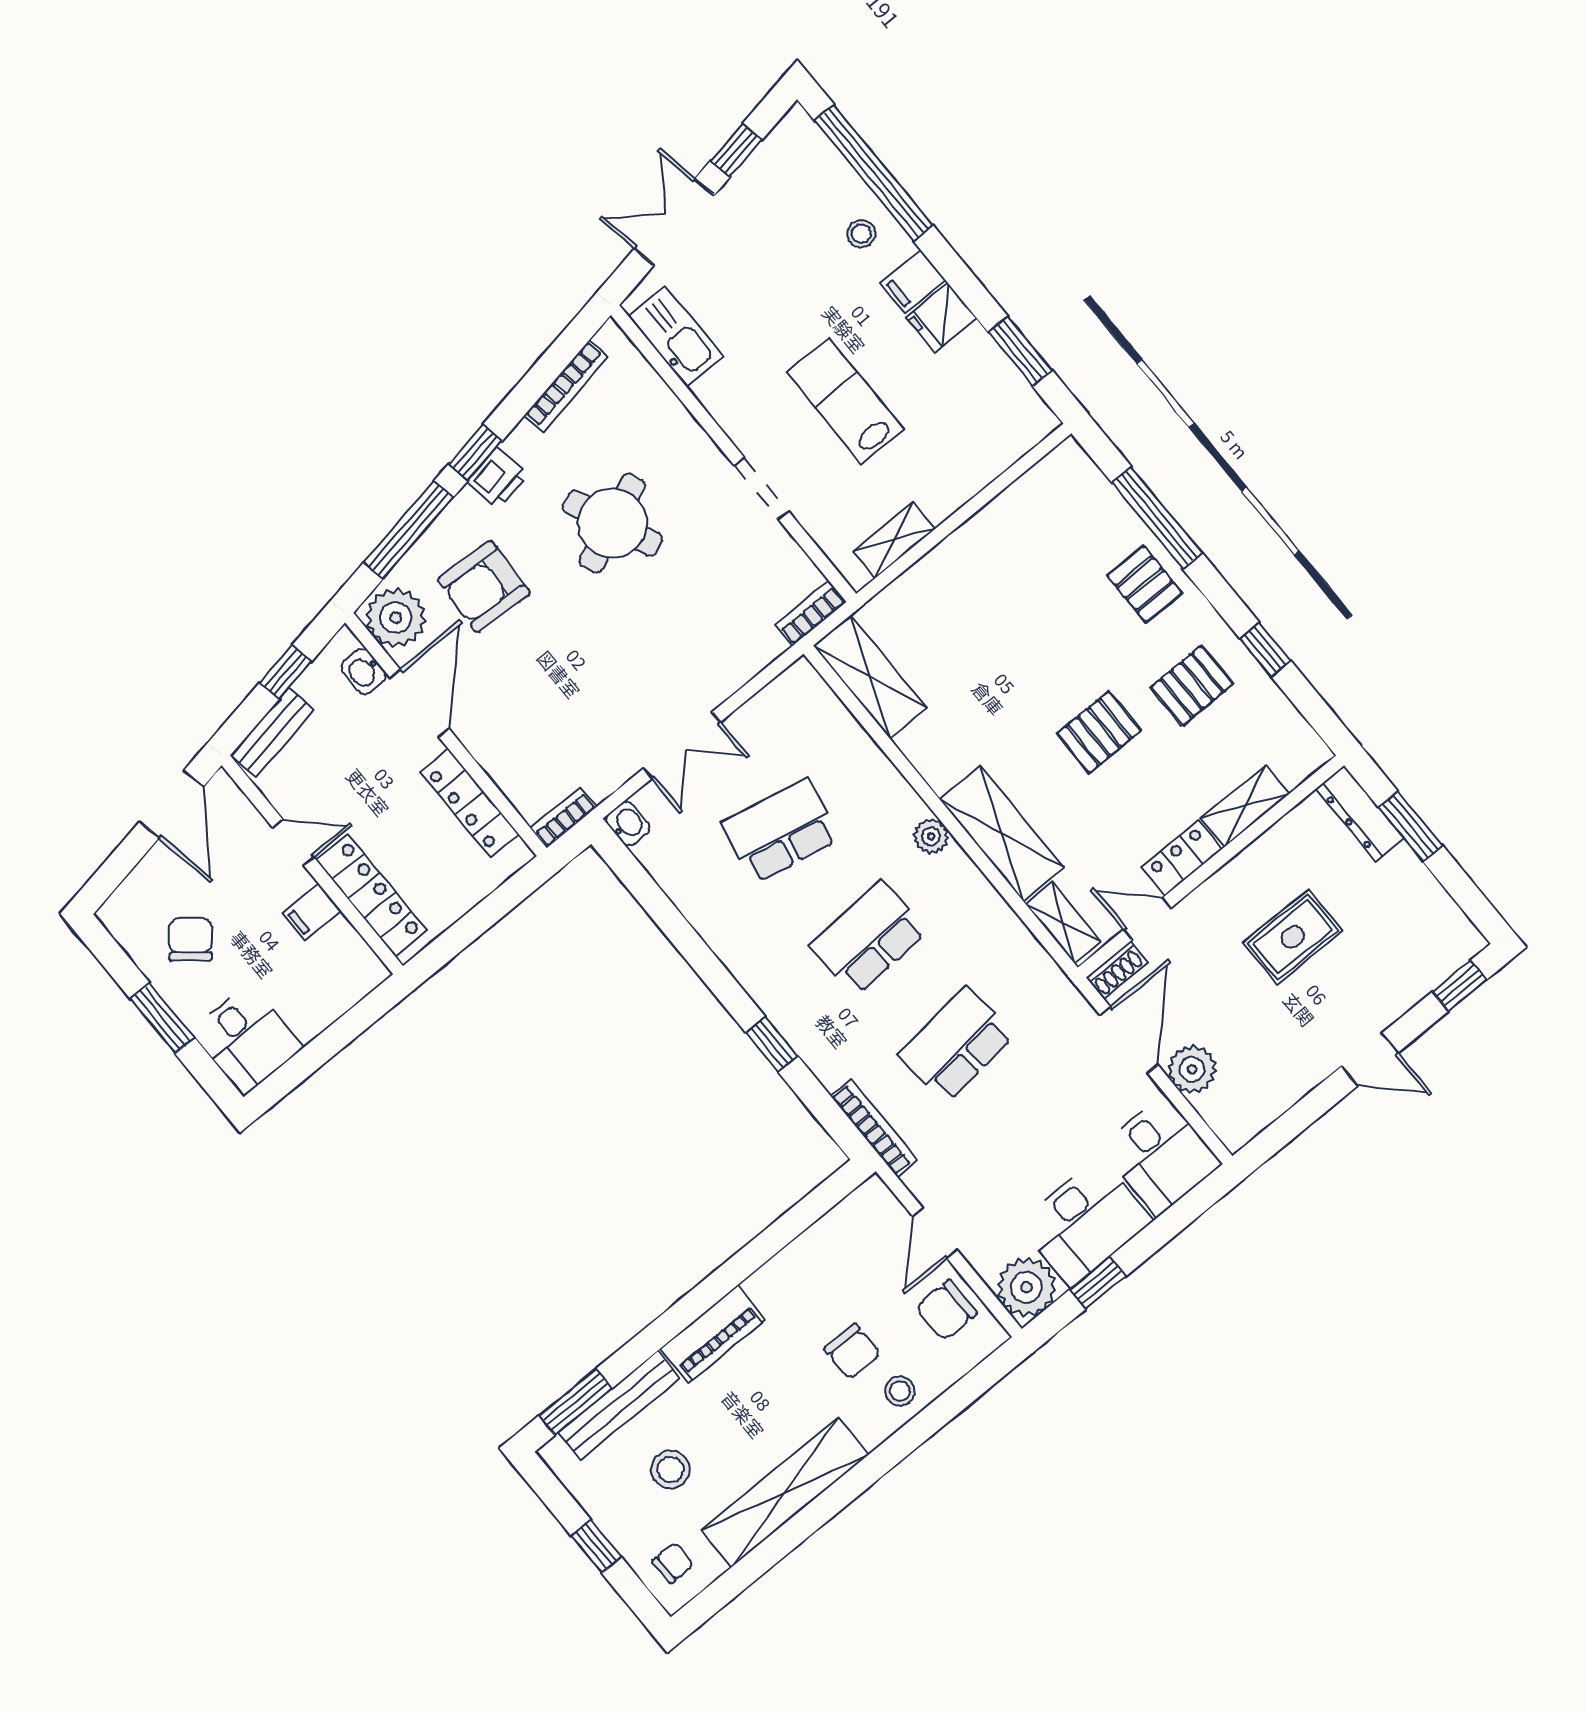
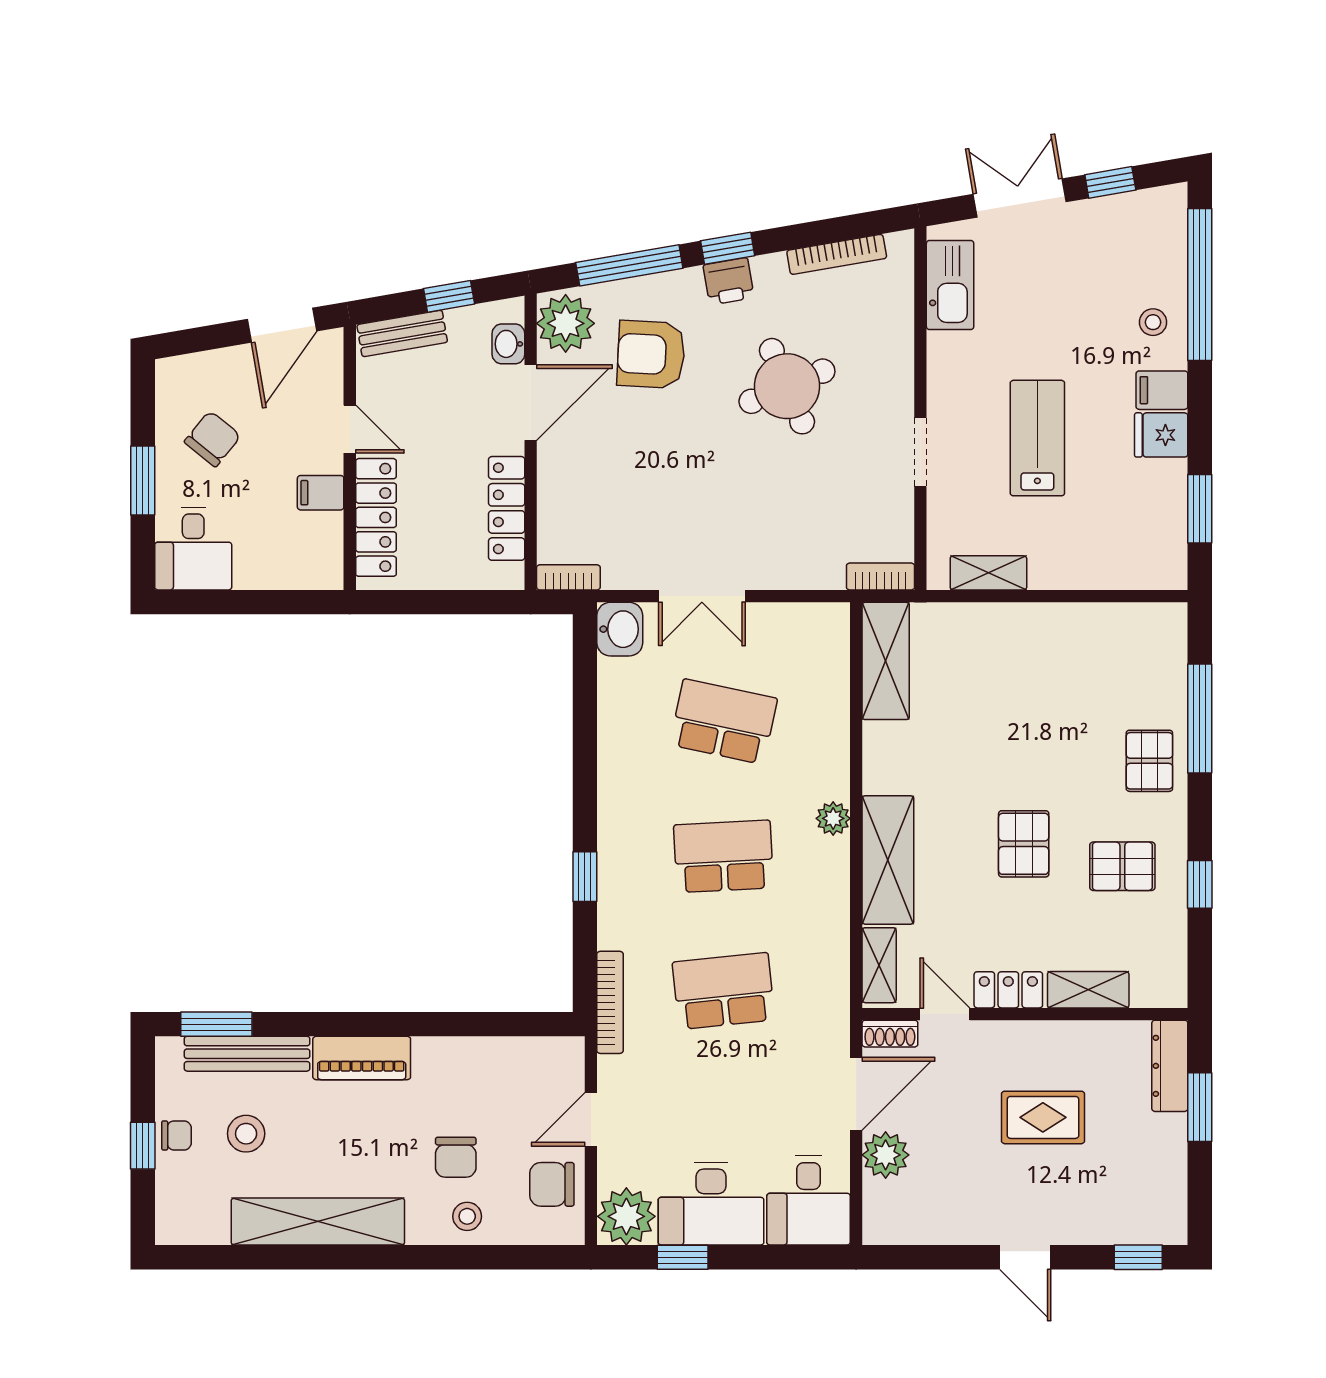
pallet: (1099, 732) -> (1024, 844), turned 90
washbasin: (628, 824) -> (620, 629), width x1.38, depth x1.45
chair: (673, 1563) -> (176, 1135), moved

